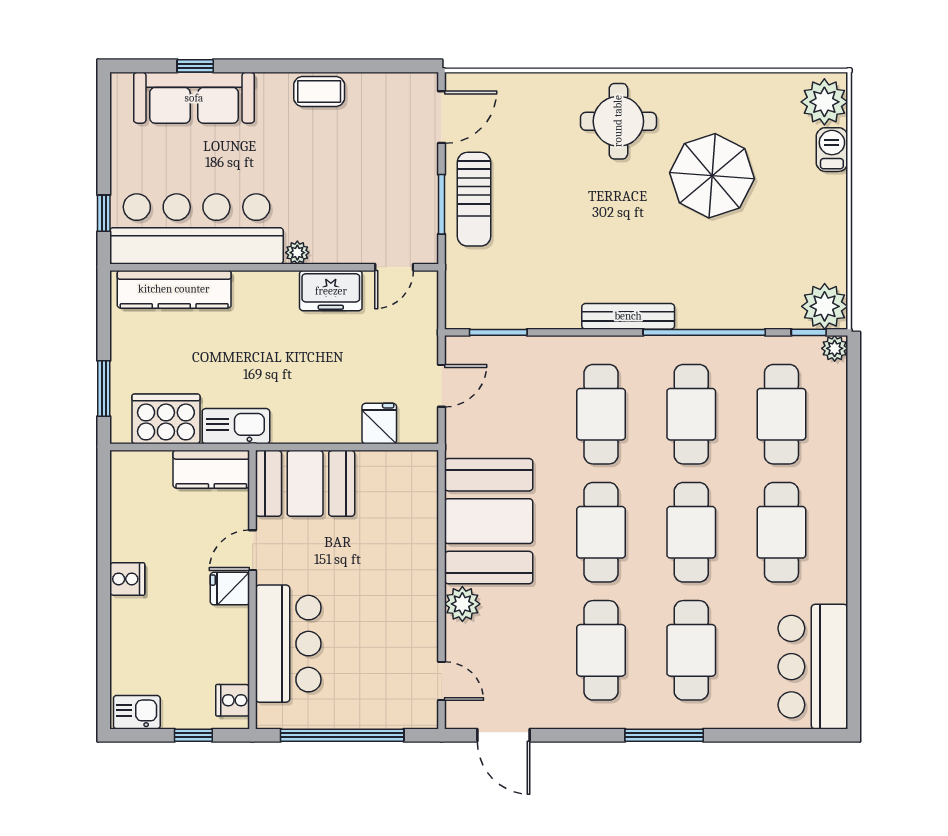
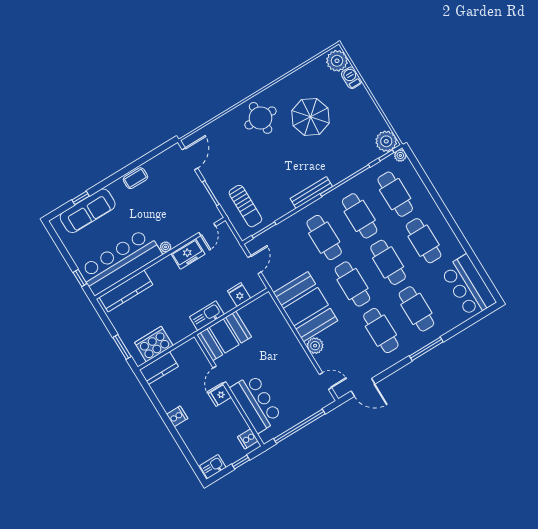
sun lounger: (474, 199) -> (245, 206), moved
kitchen sink: (236, 426) -> (207, 316), moved
kitchen counter: (211, 469) -> (159, 368), moved

